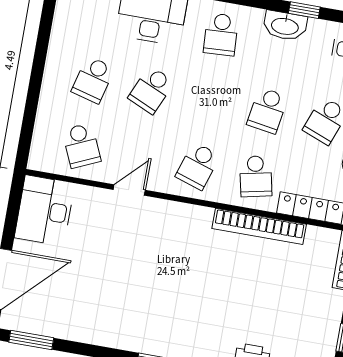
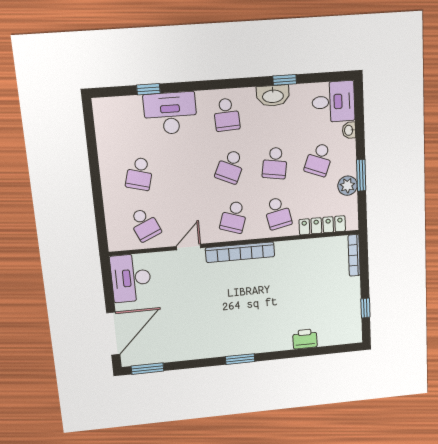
school desk: (151, 90) -> (230, 167), moved
bookcase: (259, 226) -> (240, 252), moved

